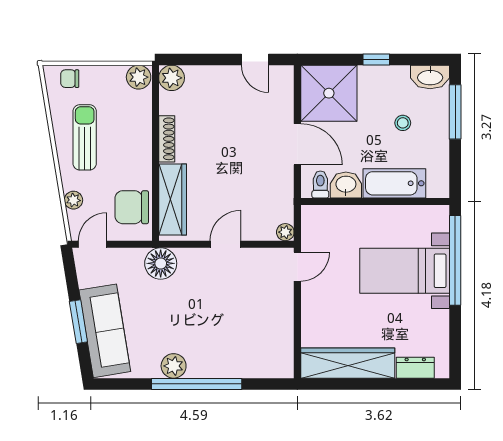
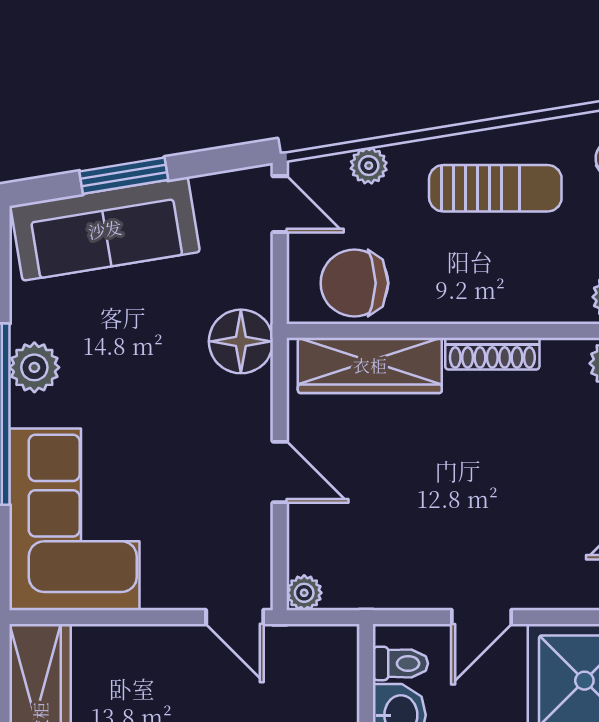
door: (297, 144) -> (481, 617), width x0.73
chair: (132, 207) -> (354, 283), turned -90
corner sofa: (249, 346) -> (74, 519), added

